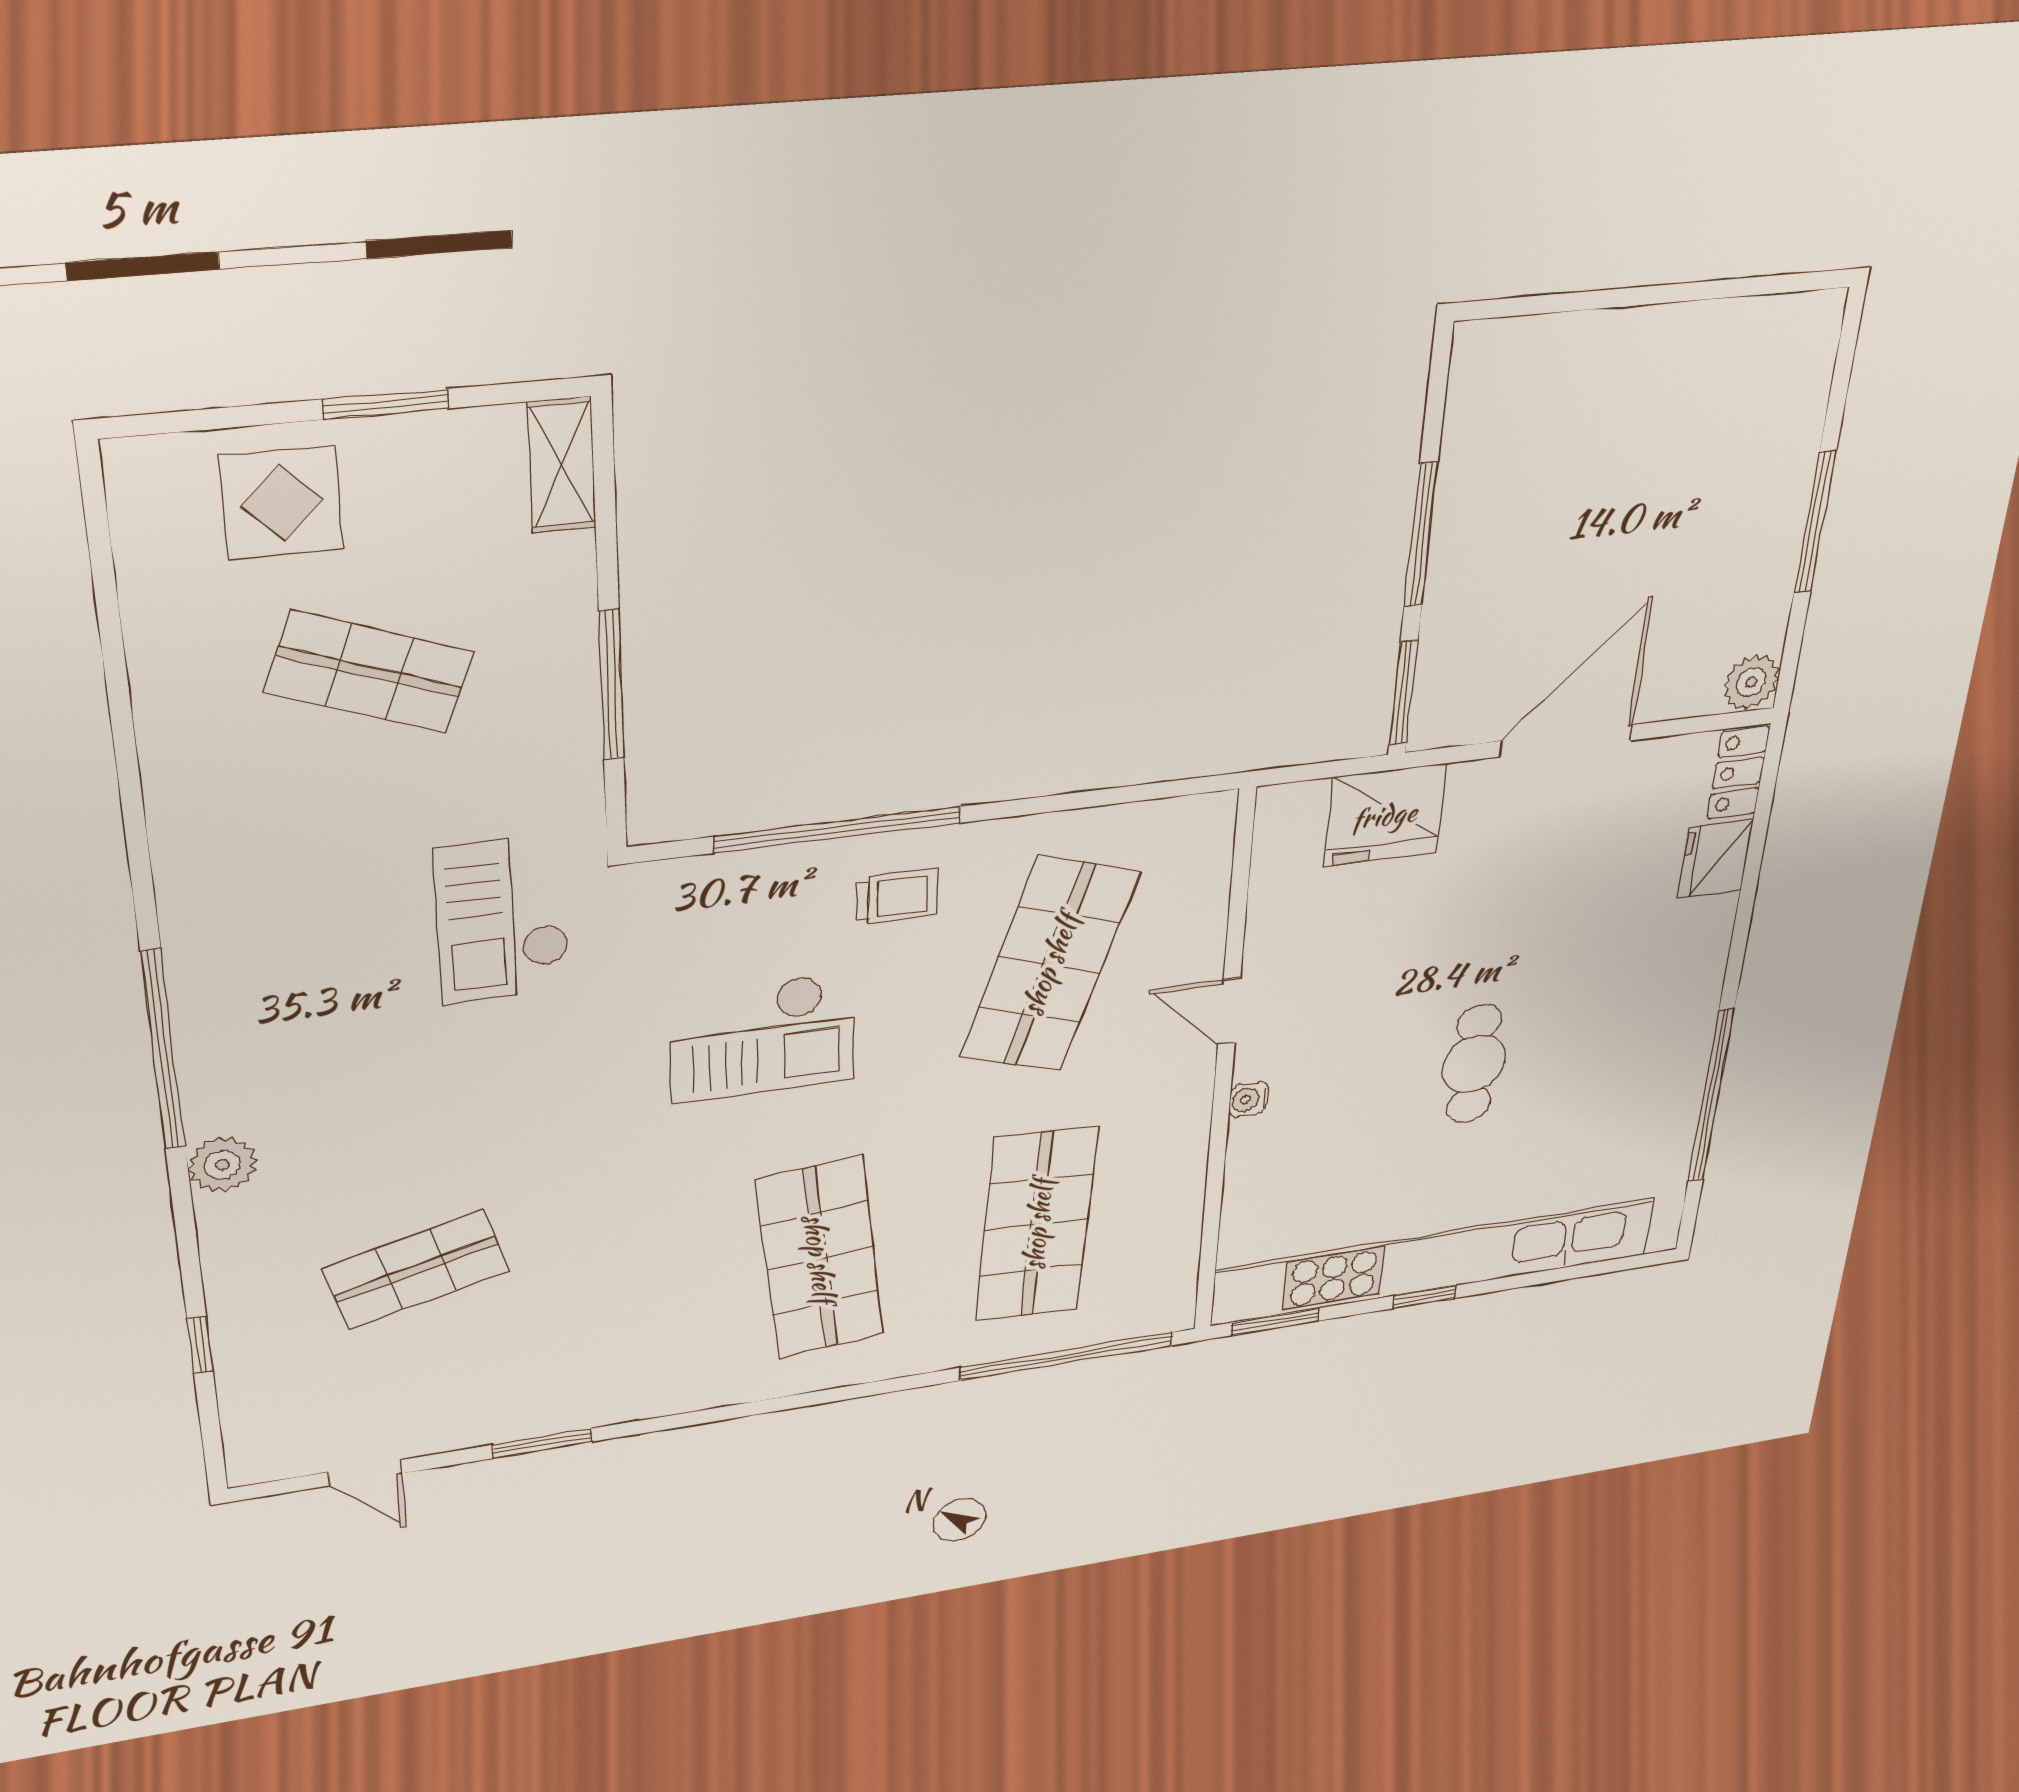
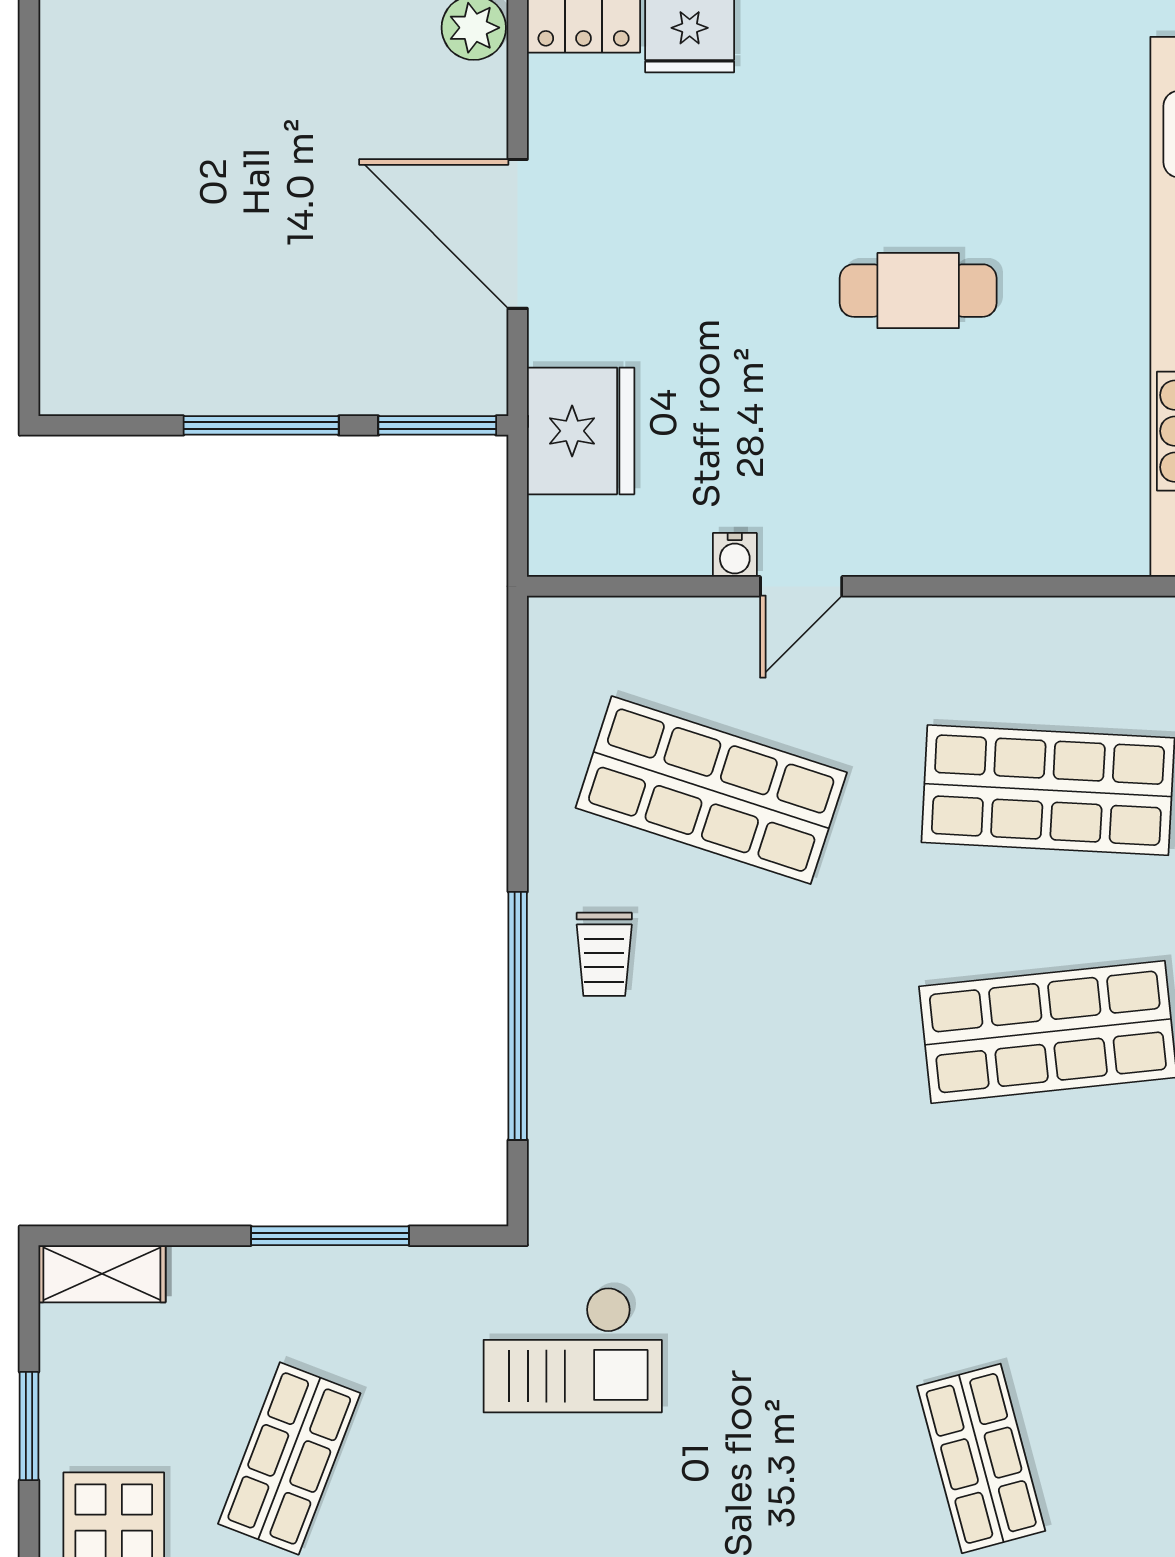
trolley: (897, 897) -> (604, 954), turned 180
checkout: (762, 1038) -> (753, 1093), removed
water cooler: (1248, 1099) -> (735, 555), moved

